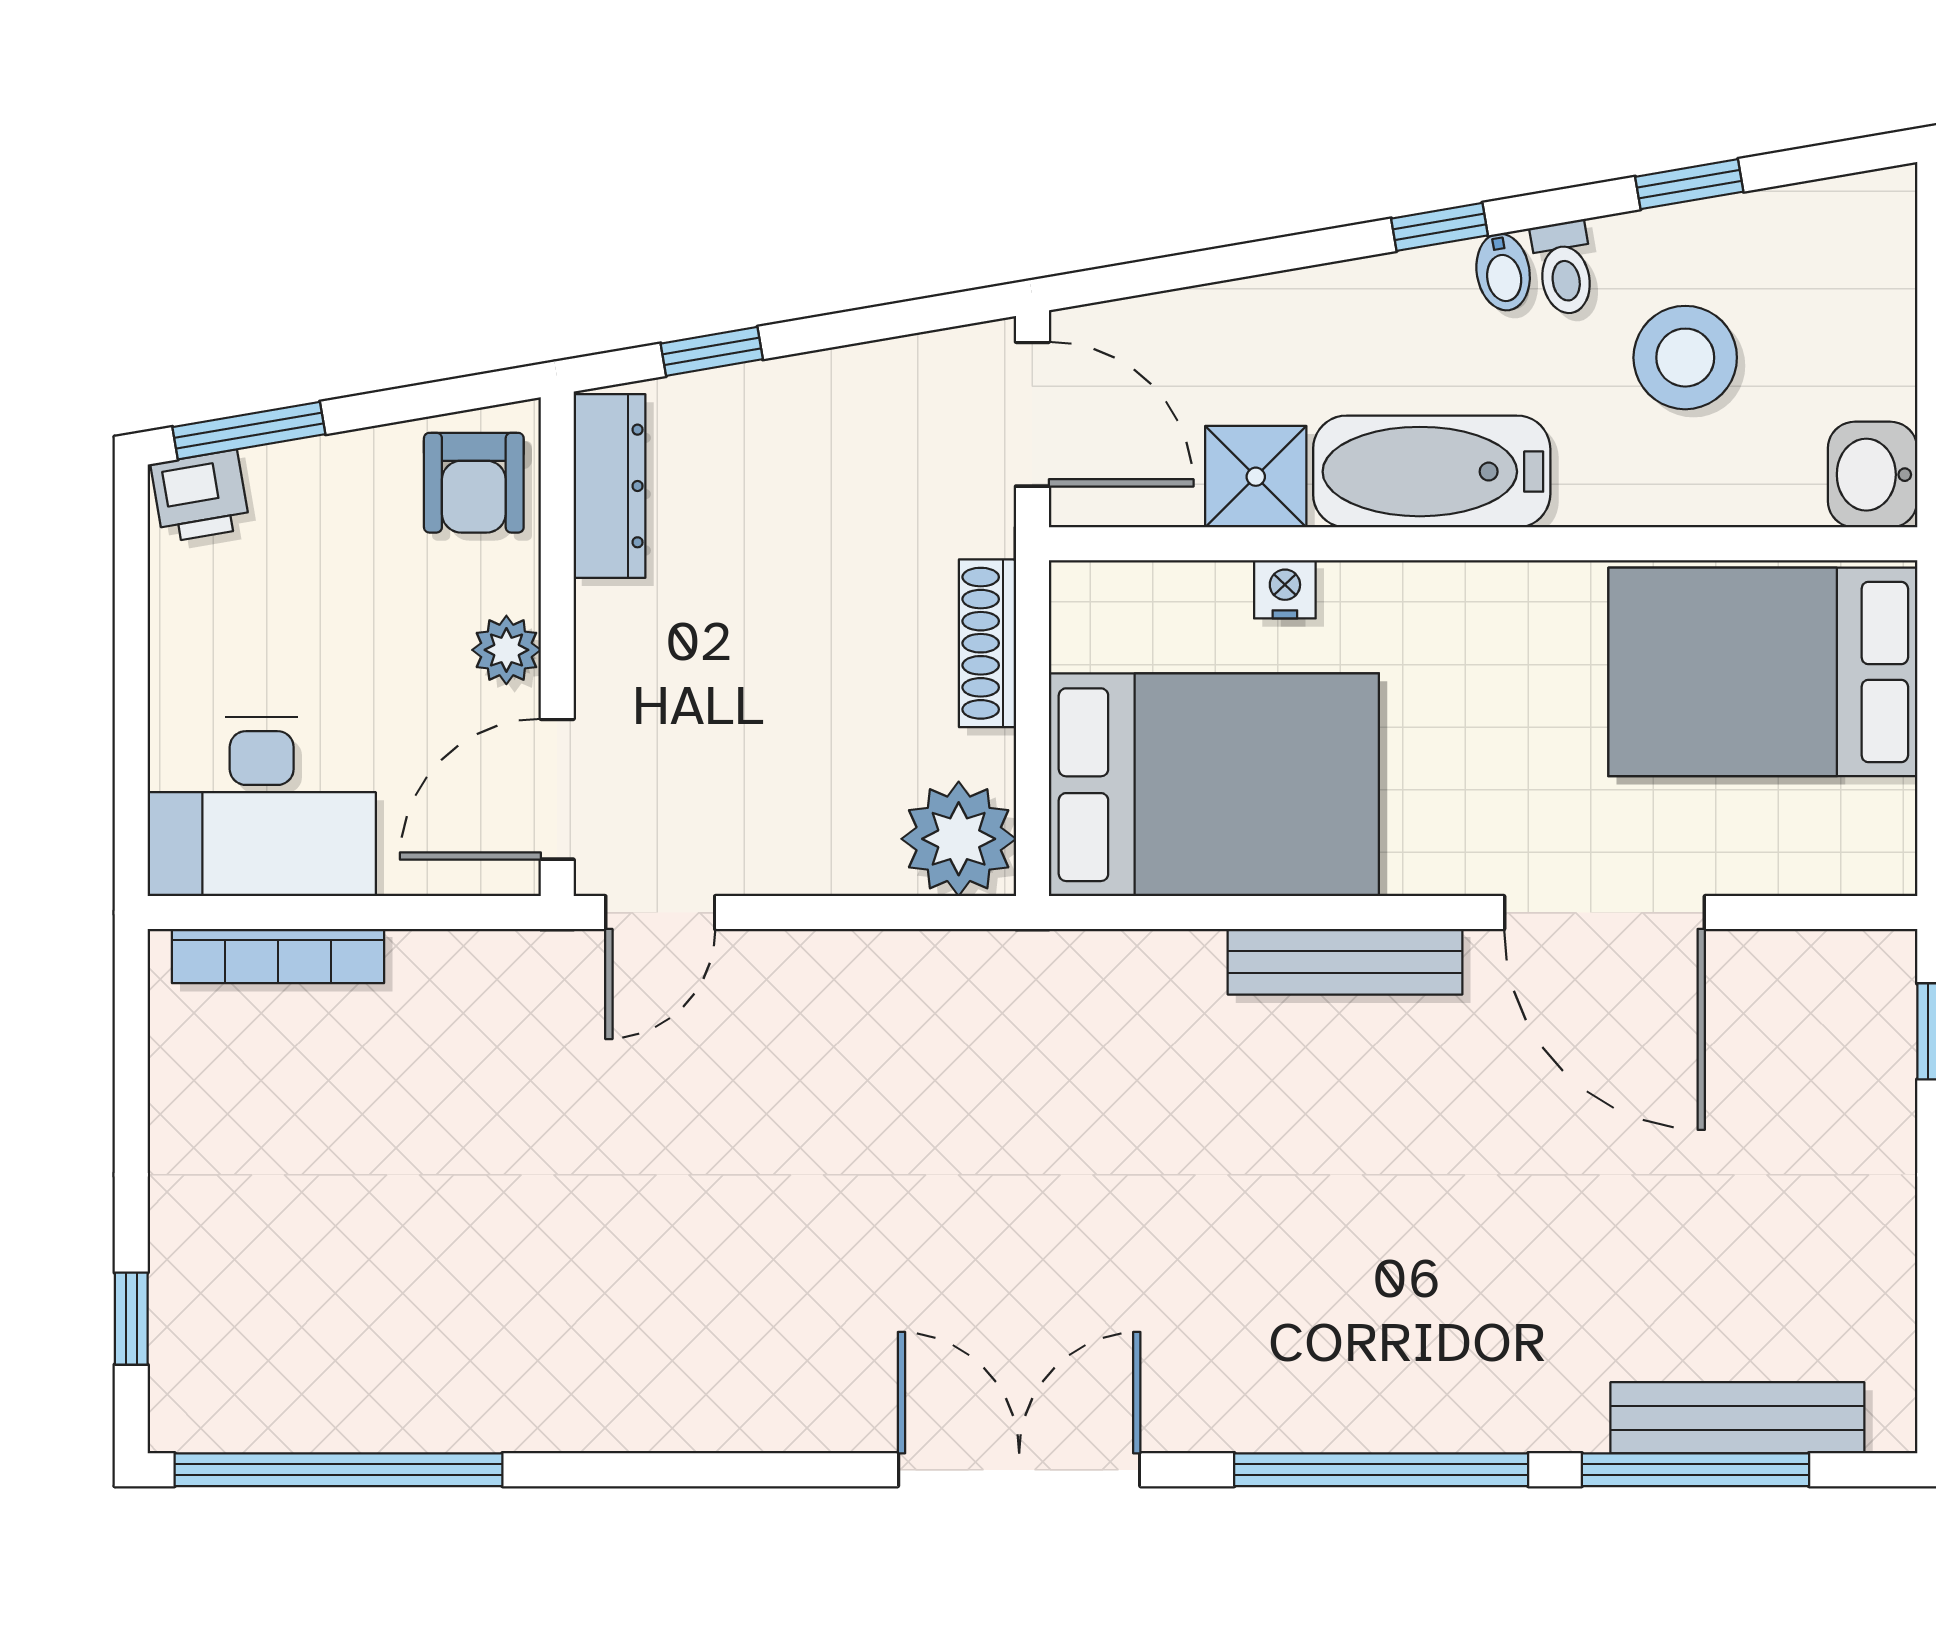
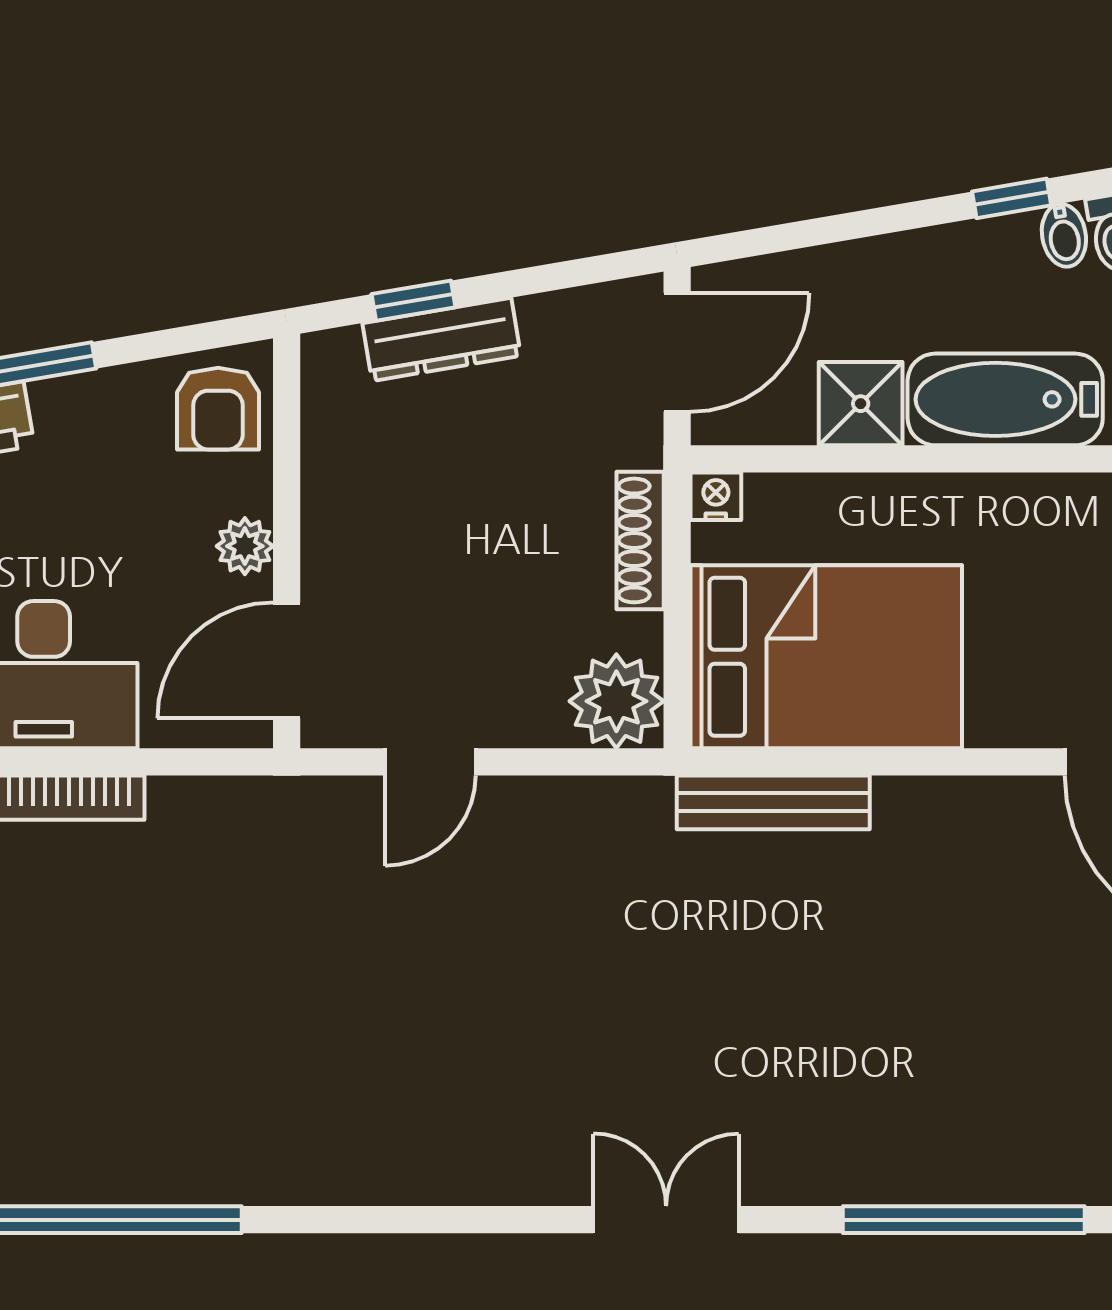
door: (1032, 414) -> (677, 352), hinge flipped
dresser: (610, 486) -> (442, 339), moved, turned 80
nightstand: (1285, 589) -> (716, 496), moved
door: (660, 913) -> (430, 762), moved
bench: (1345, 962) -> (773, 802), moved
double door: (1019, 1470) -> (666, 1220), width x0.73

